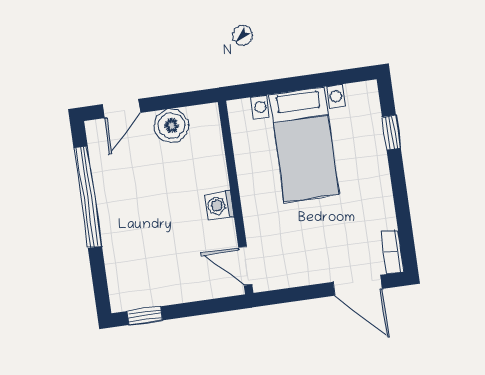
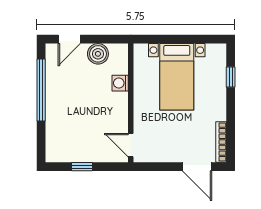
washing machine: (219, 205) -> (120, 83), moved
bookcase: (393, 252) -> (221, 142), width x1.56
window: (145, 316) -> (82, 167), moved

